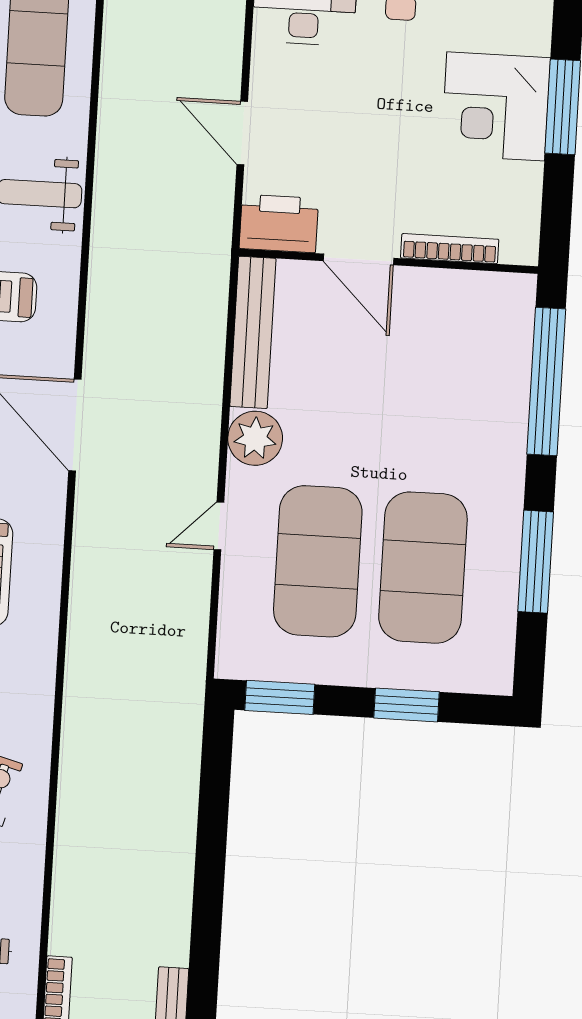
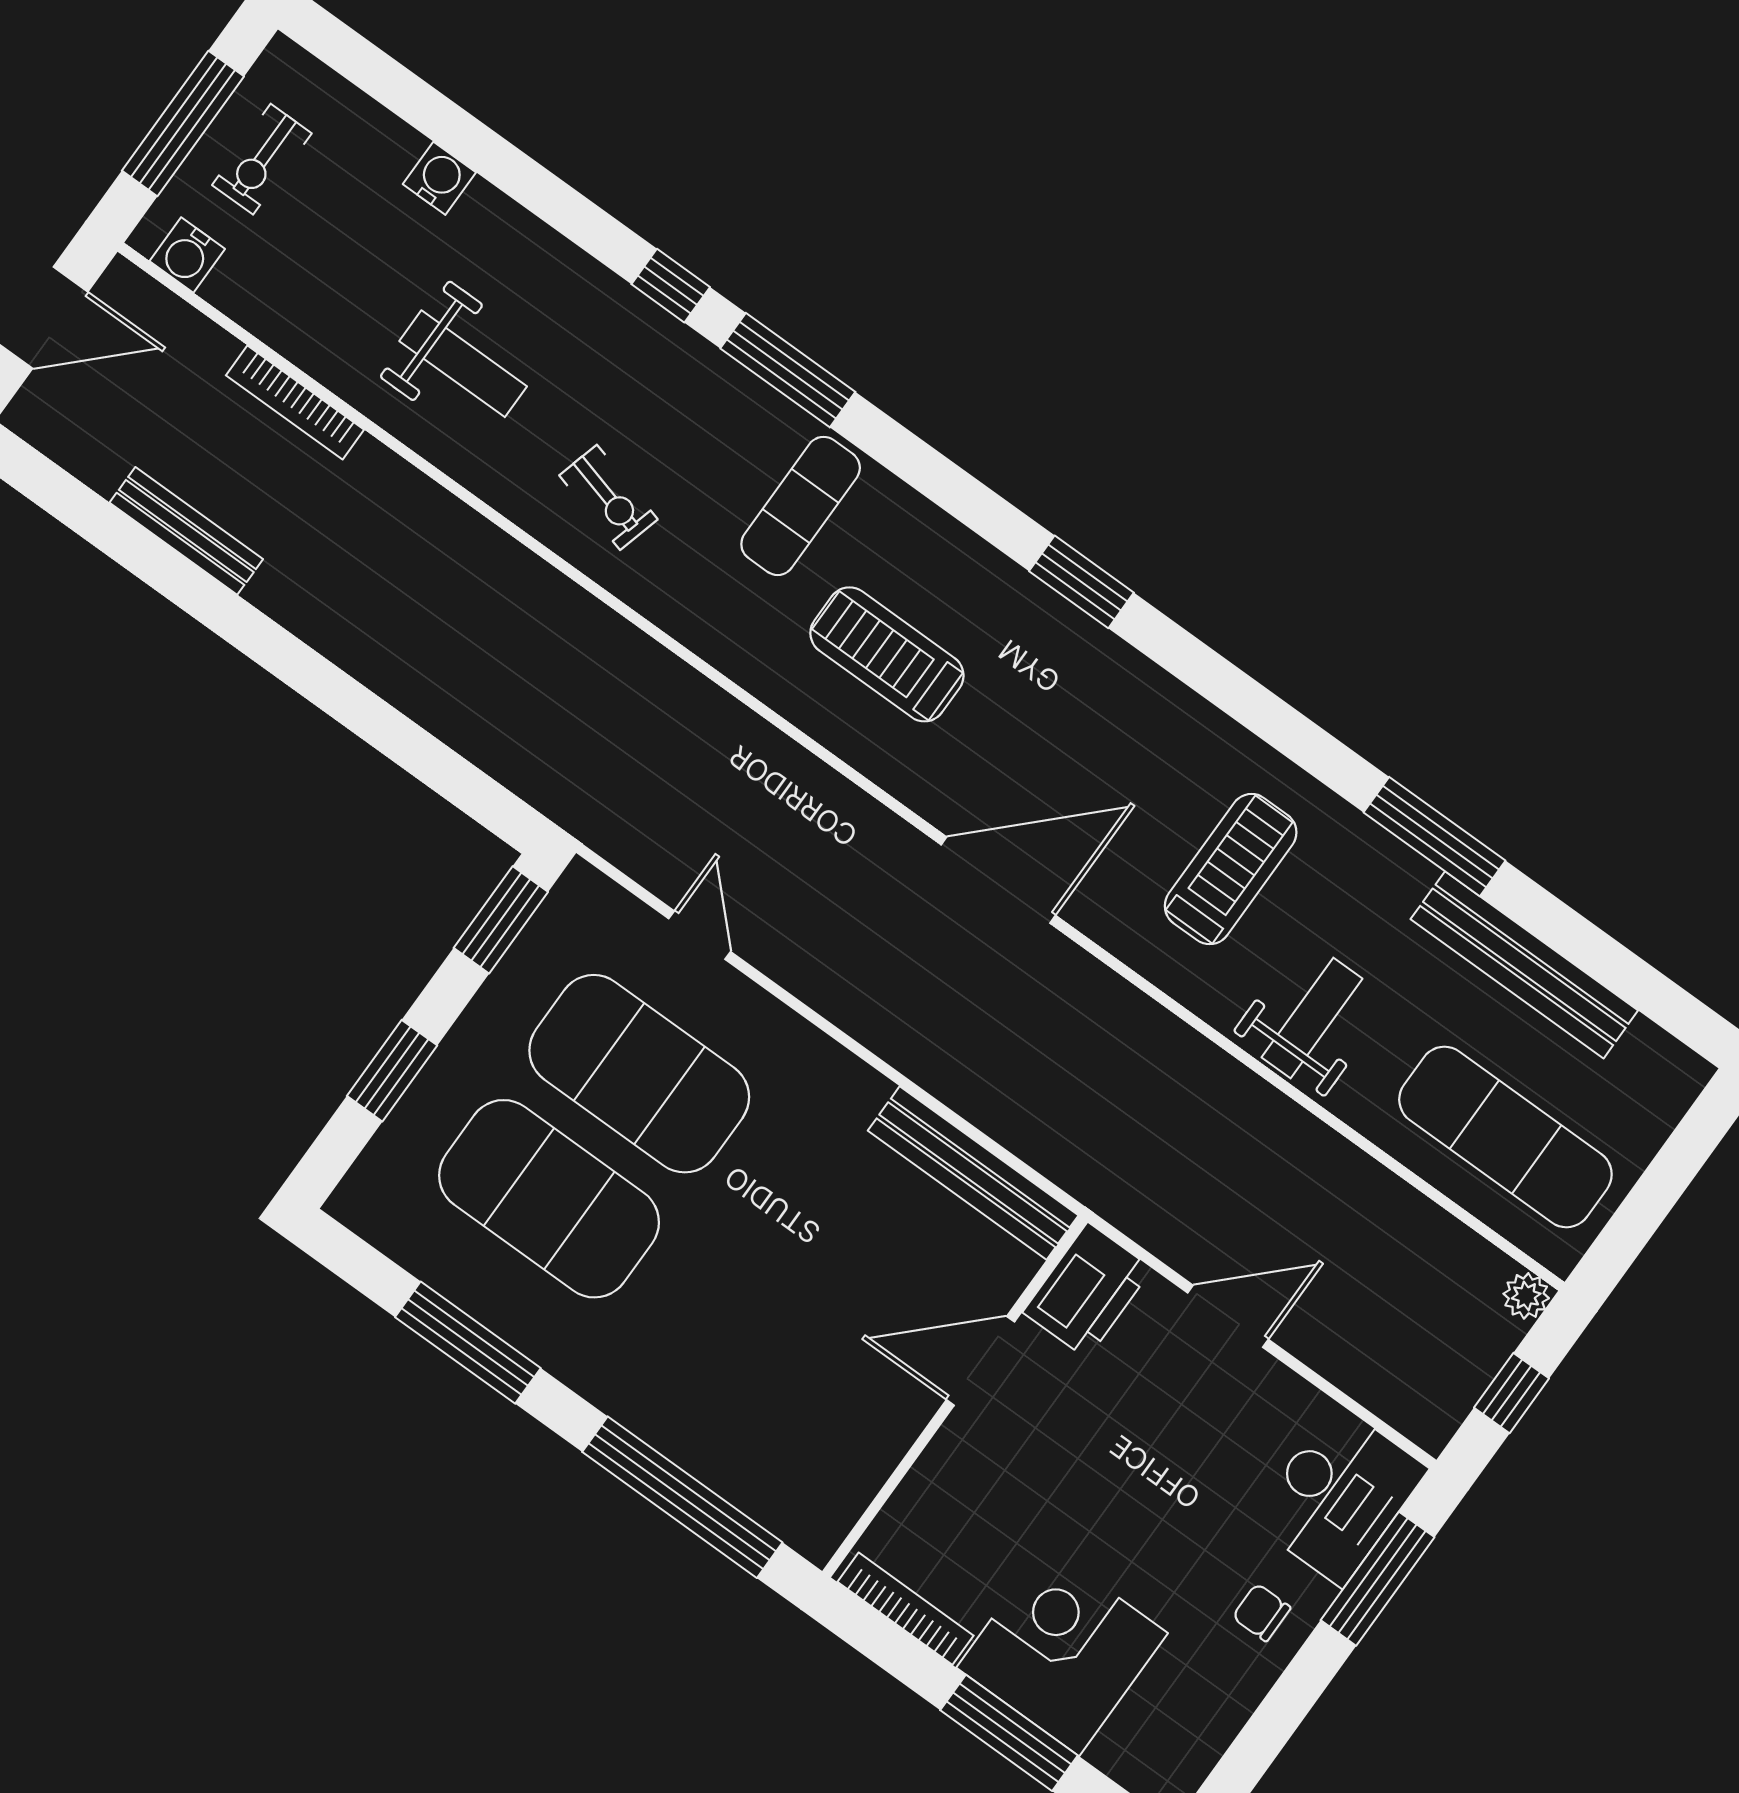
bookcase: (450, 249) -> (906, 1609), moved, turned -90
plant: (255, 438) -> (840, 1093), removed
door: (219, 526) -> (700, 935), moved

